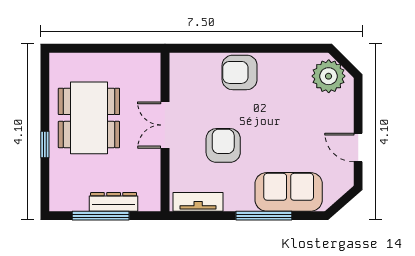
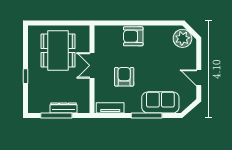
dining table: (89, 118) -> (58, 50), moved

